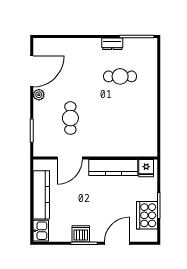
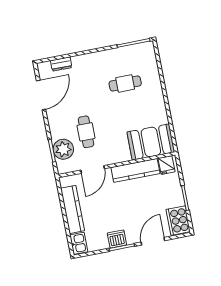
dresser: (112, 44) -> (61, 64), moved
plant: (39, 95) -> (63, 149), moved, width x1.87, depth x1.87
booth: (135, 141) -> (151, 142), added
cooker: (147, 215) -> (178, 221), moved

